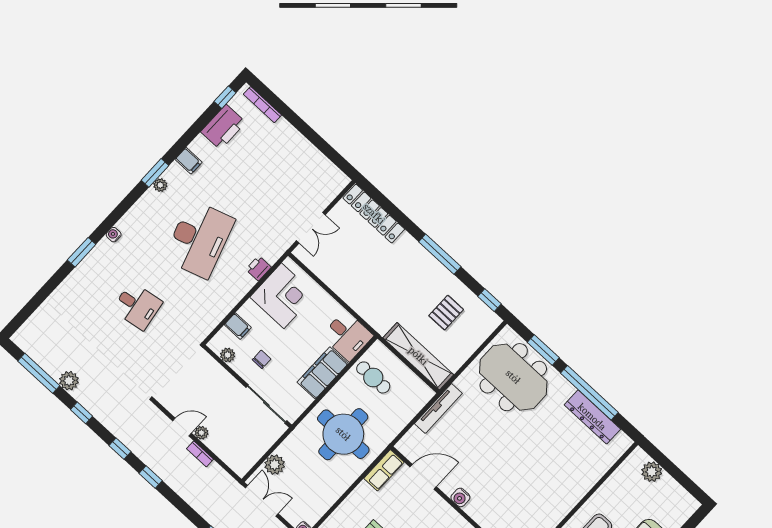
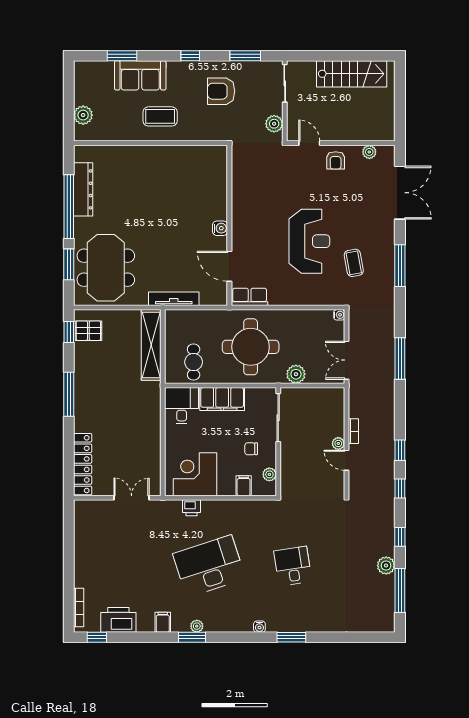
pallet: (446, 313) -> (88, 331), moved
plant: (275, 465) -> (296, 374), moved

